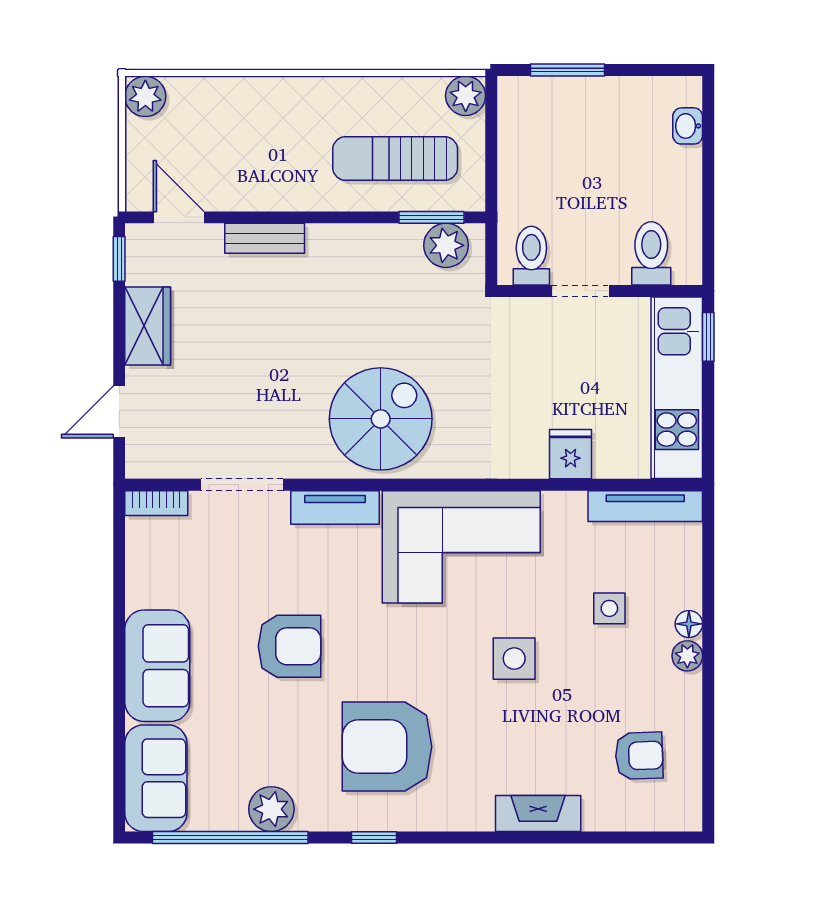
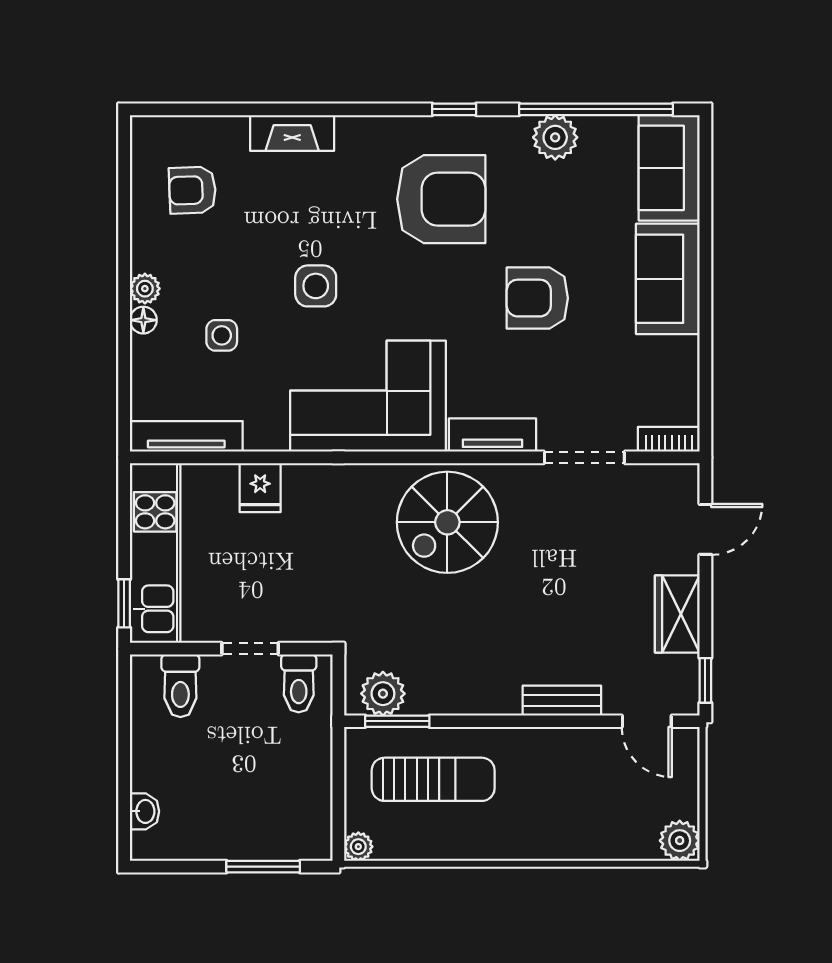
plant: (466, 96) -> (358, 847), width x0.73, depth x0.73

